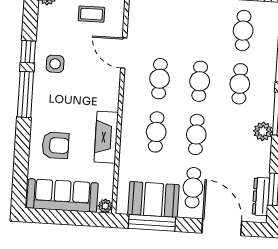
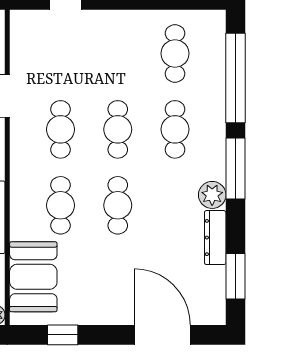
cafe table: (193, 188) -> (118, 281), removed
dresser: (261, 197) -> (215, 238), moved
booth: (153, 199) -> (33, 277), moved, turned 90
window: (152, 223) -> (63, 335), width x0.46

